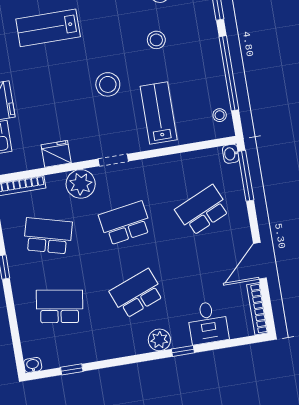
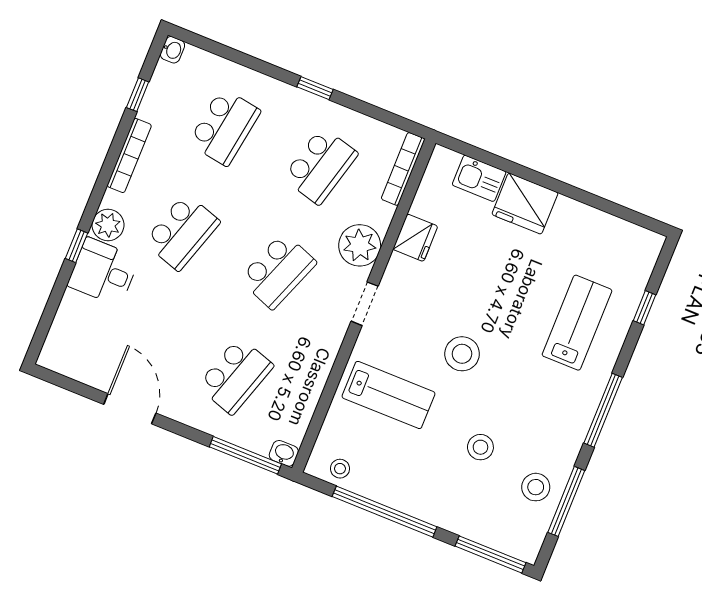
school desk: (202, 210) -> (235, 376), turned 42
school desk: (125, 223) -> (278, 271), turned 30
school desk: (137, 294) -> (182, 232), turned 39
bookcase: (257, 309) -> (129, 155), moved, turned 90
desk: (208, 323) -> (103, 272), moved

